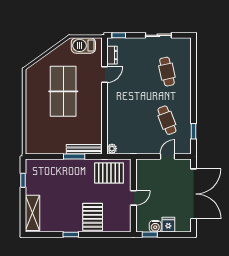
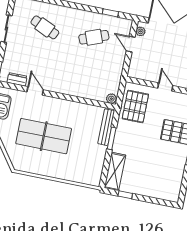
cafe table: (167, 72) -> (45, 27), turned 36
plant: (182, 163) -> (140, 31), added
shelving: (32, 213) -> (115, 172), moved, turned 90

